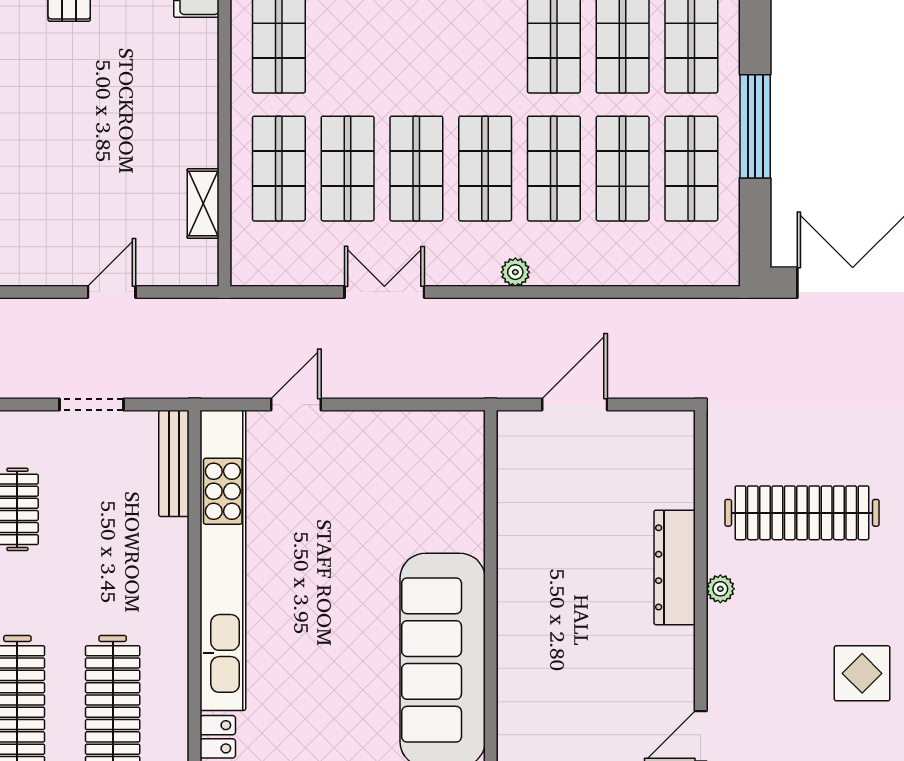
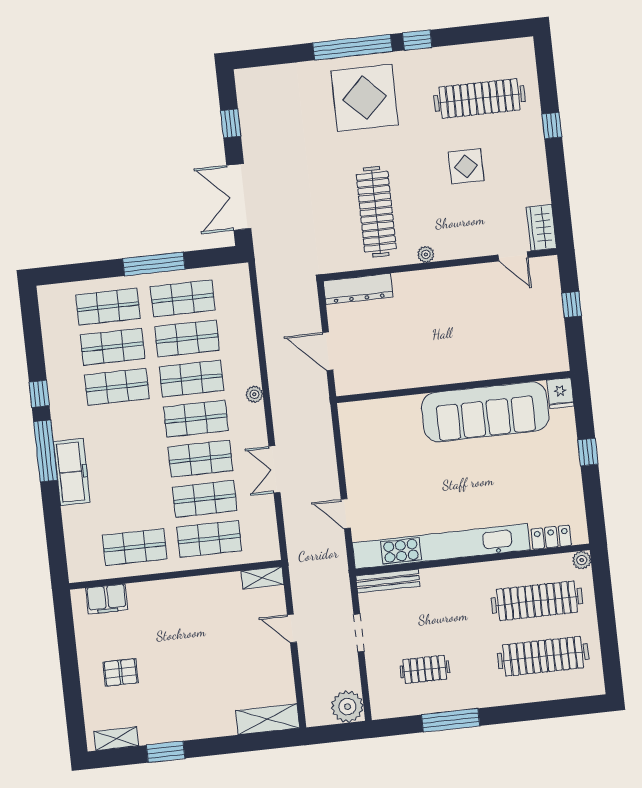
shelving: (203, 204) -> (262, 578), moved
dresser: (675, 567) -> (358, 289), moved

